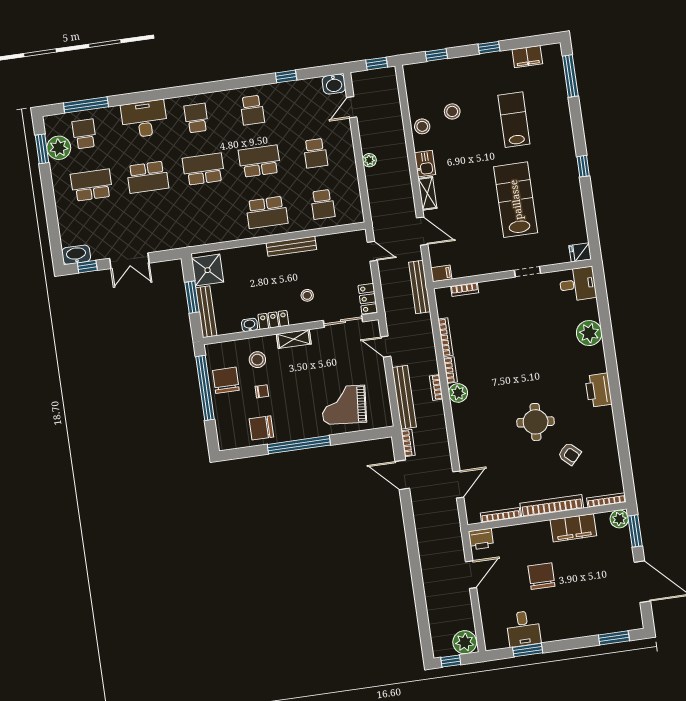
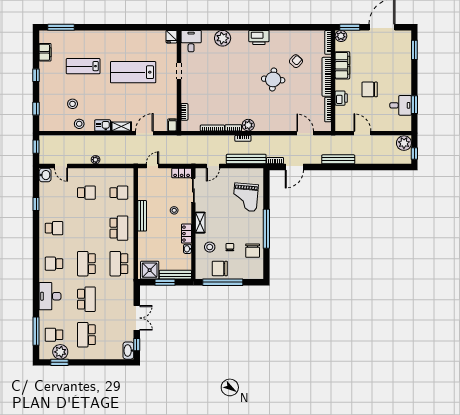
school desk: (260, 161) -> (119, 264), moved
window: (583, 166) -> (118, 27), removed
bench: (419, 287) -> (338, 159), moved
printer: (481, 539) -> (341, 98), moved

